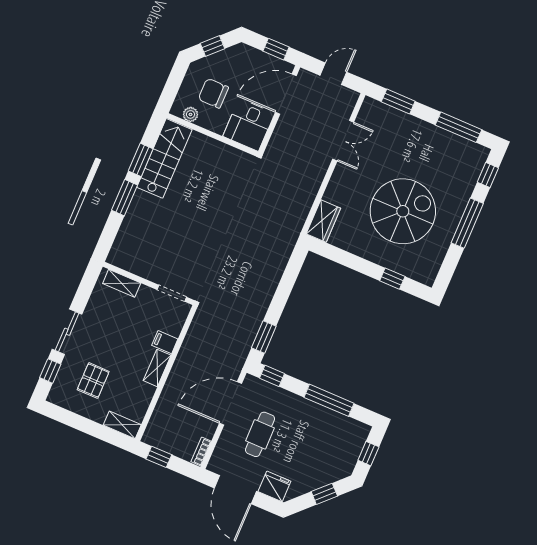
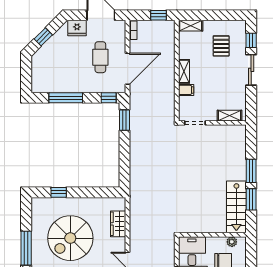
wardrobe: (323, 221) -> (118, 224), moved
window: (368, 454) -> (26, 75), removed

